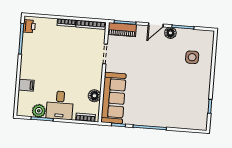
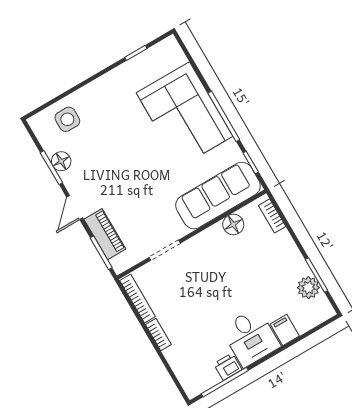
door: (156, 25) -> (75, 208), swing flipped
printer: (29, 26) -> (228, 367), moved
piano: (122, 30) -> (105, 234), moved
floor lamp: (170, 33) -> (61, 161), moved
side table: (192, 57) -> (67, 119), moved
desk: (60, 105) -> (251, 337), moved, turned 90
corner sofa: (164, 109) -> (185, 114), added

